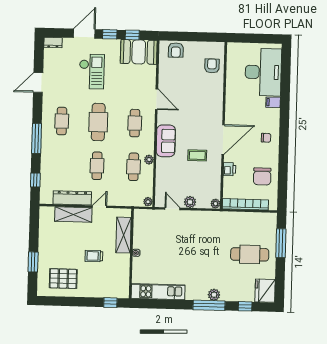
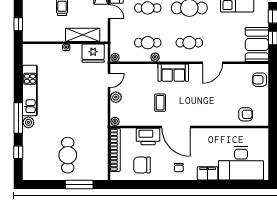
filing cabinet: (273, 102) -> (208, 173), width x2.00
printer: (229, 169) -> (148, 136), width x1.87, depth x1.48
fridge: (265, 291) -> (93, 53), moved, turned 180
kitchen unit: (158, 292) -> (30, 90), moved

